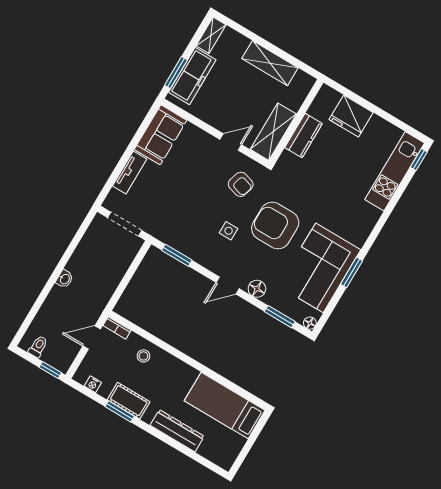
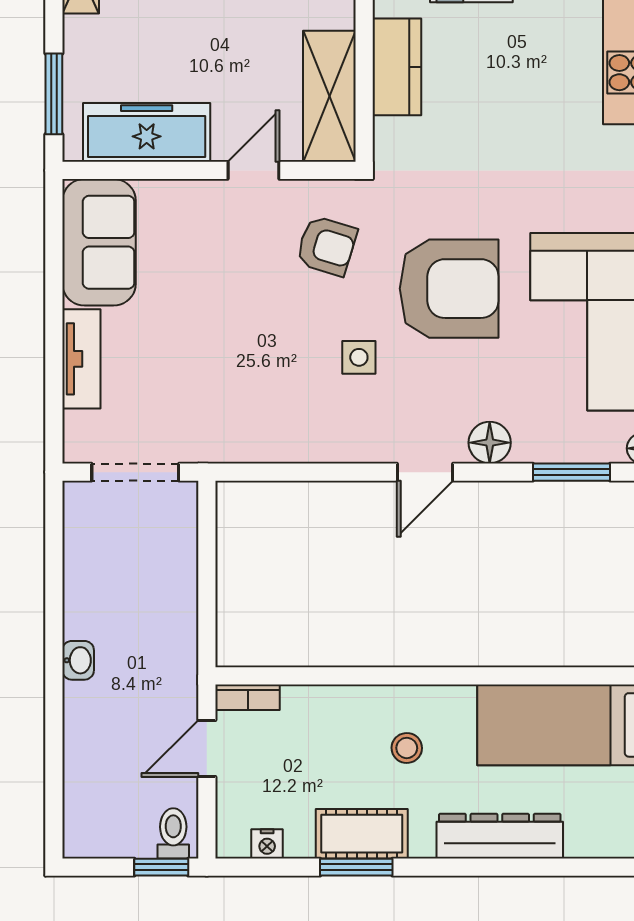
freezer: (192, 76) -> (147, 132), moved, turned -90
armchair: (275, 225) -> (449, 289), turned 180
window: (177, 255) -> (282, 472), removed
toilet: (38, 347) -> (173, 833), moved
stool: (143, 356) -> (407, 748), moved

